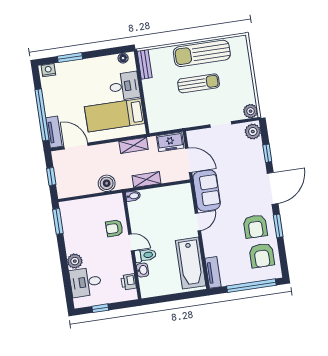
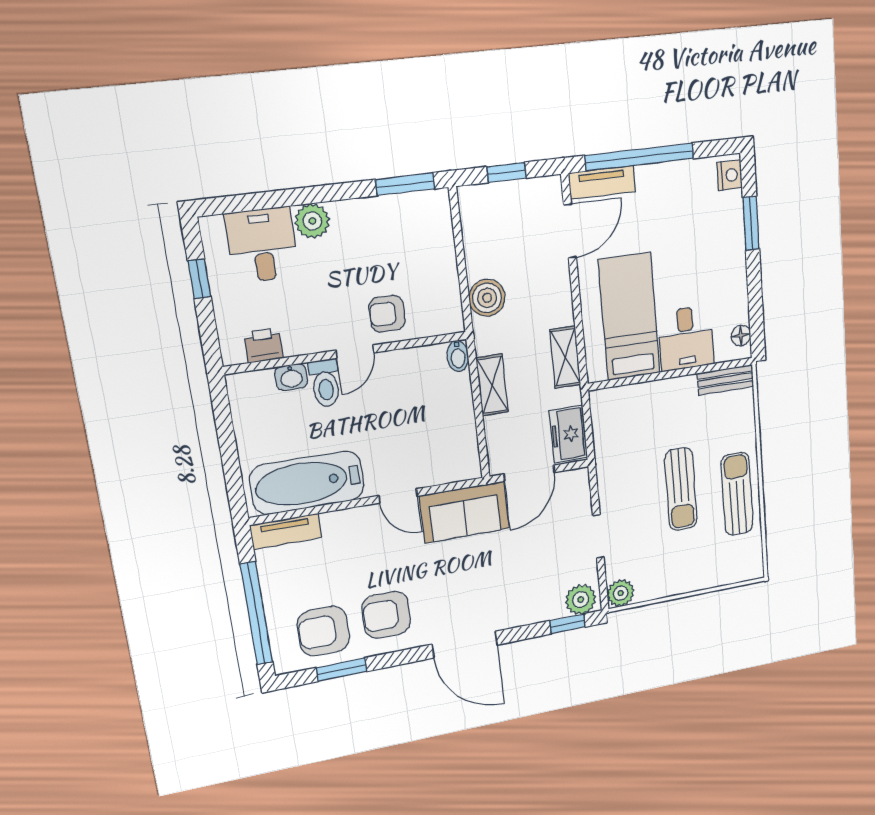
sun lounger: (202, 53) -> (737, 494), width x0.73, depth x0.75
window: (267, 153) -> (568, 624), moved
window: (278, 226) -> (342, 670), moved
armchair: (114, 228) -> (387, 314), turned -90

